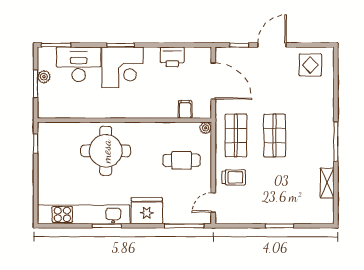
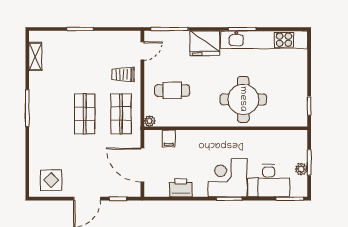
shelving: (327, 183) -> (35, 57), moved

